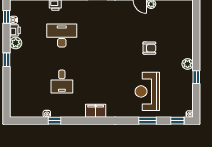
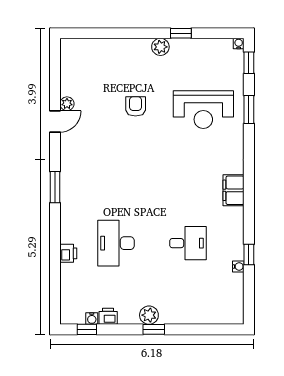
plant: (16, 43) -> (149, 315), moved

